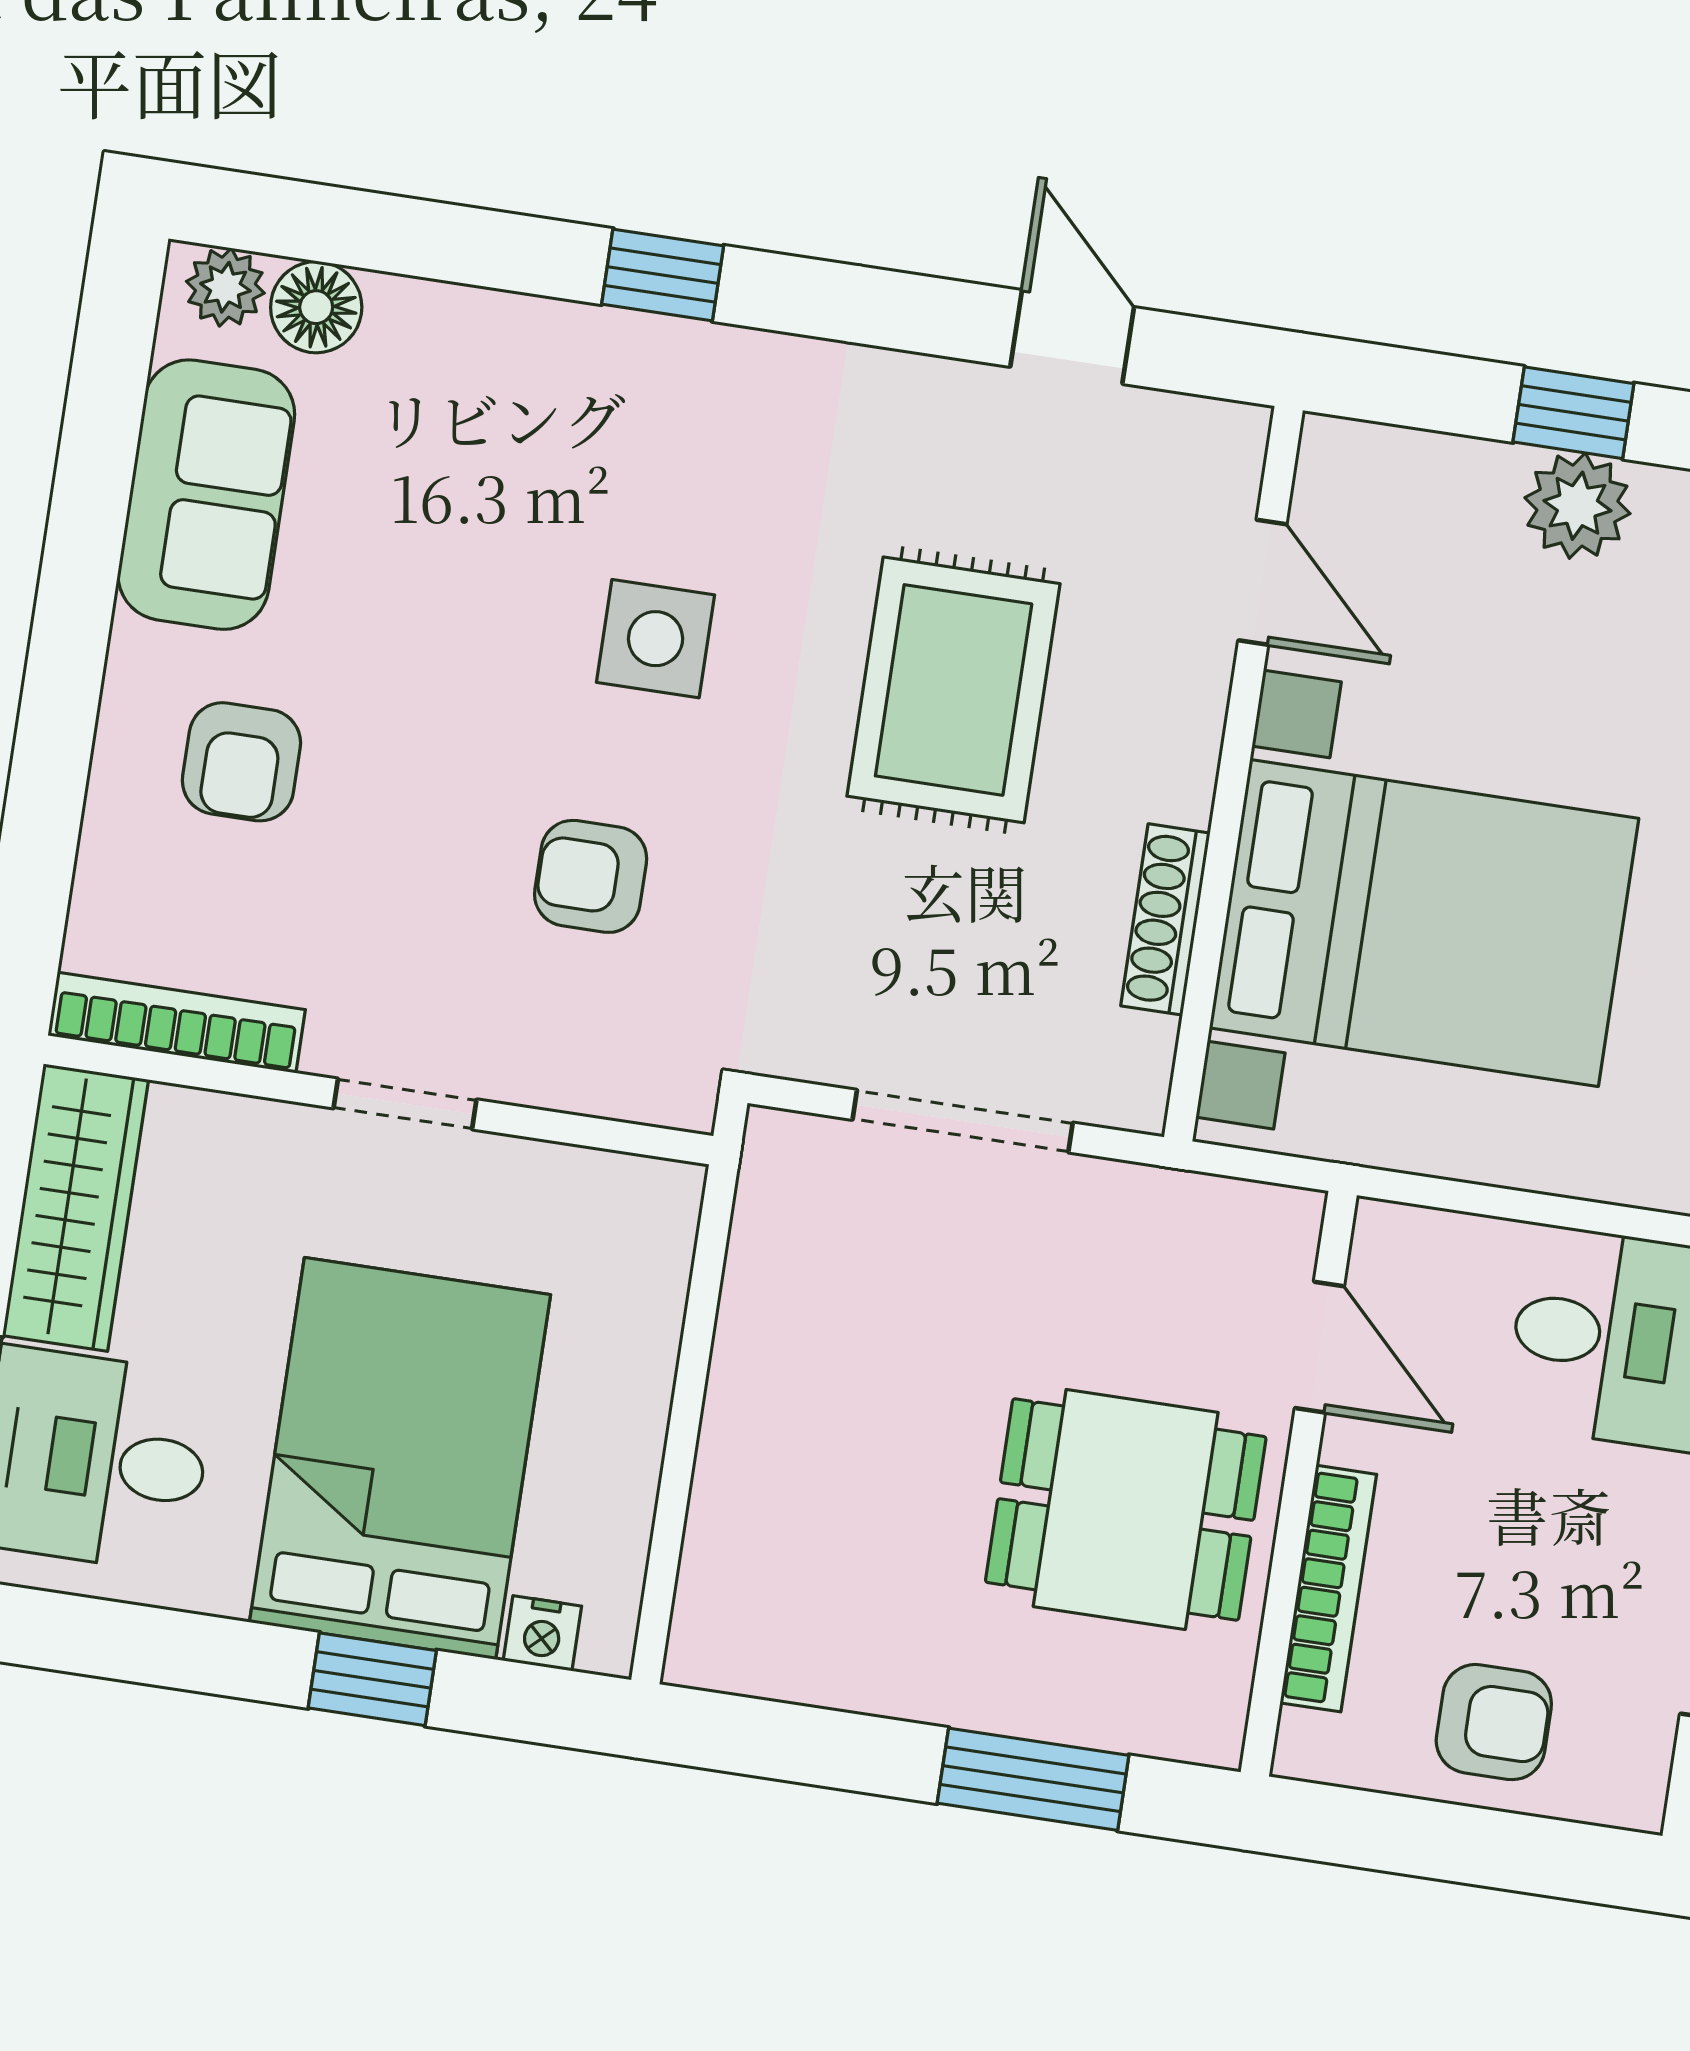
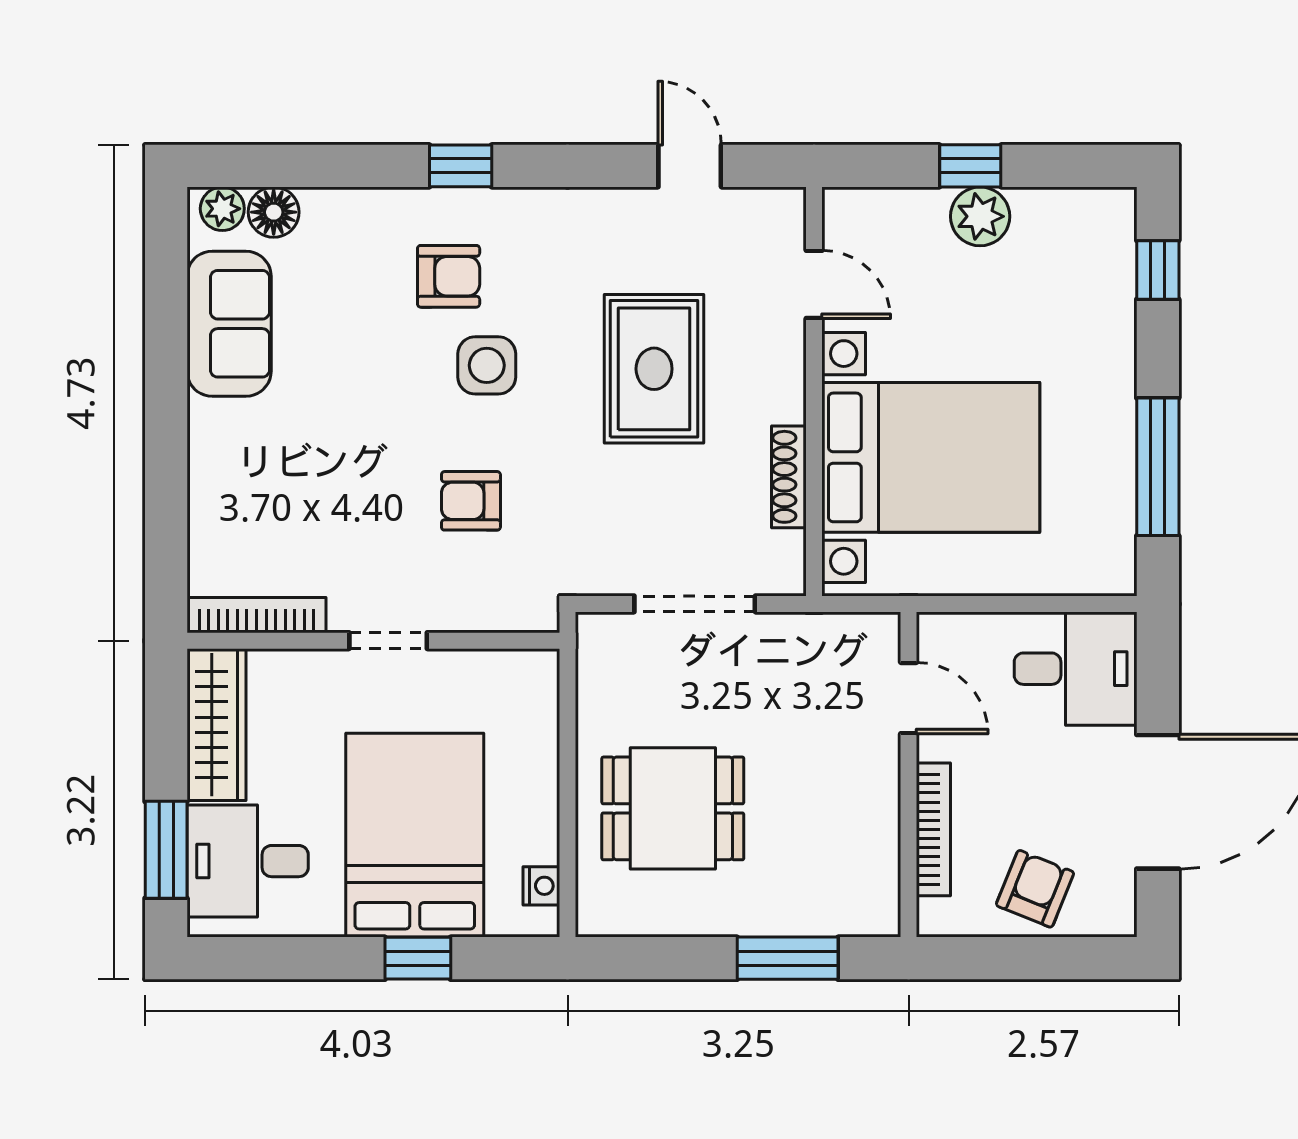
armchair: (241, 762) -> (449, 276), moved, turned -90
dining table: (1126, 1509) -> (673, 808), moved
nightstand: (542, 1633) -> (541, 886), moved, turned -90
armchair: (1494, 1722) -> (1035, 889), turned -68

